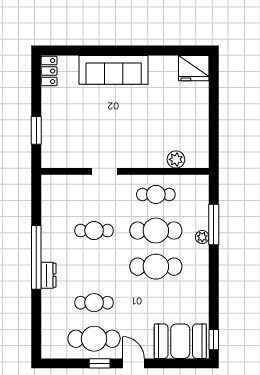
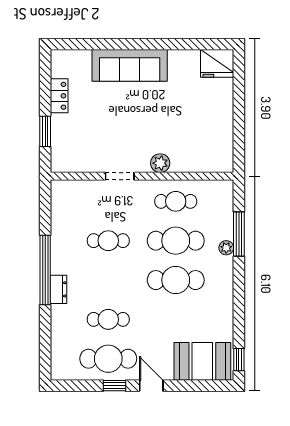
locker: (49, 71) -> (59, 96), moved
plant: (176, 159) -> (160, 163), moved

